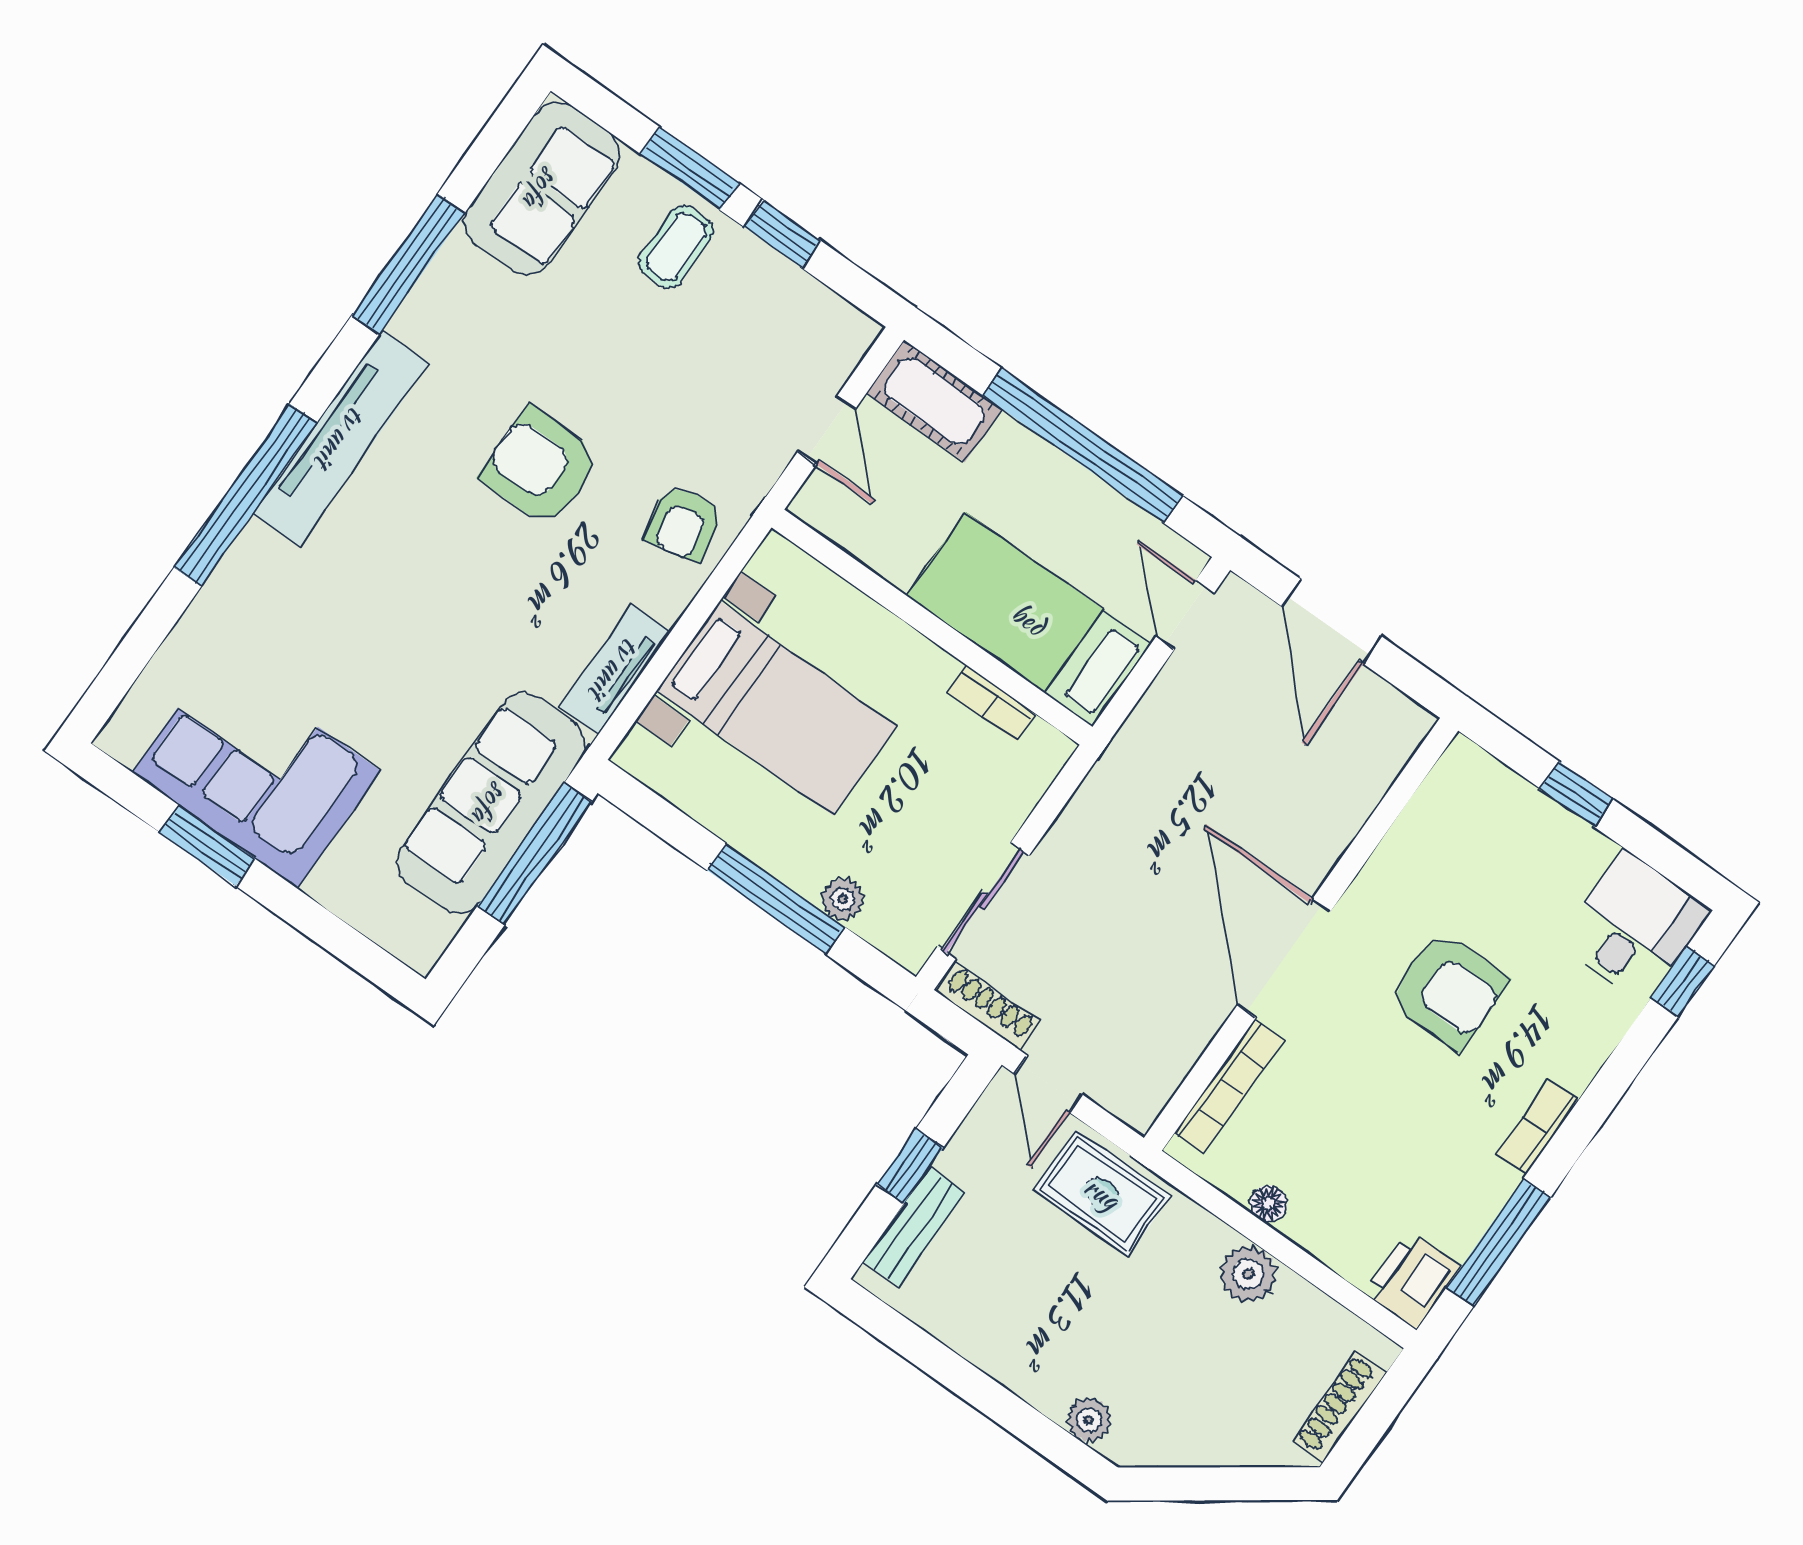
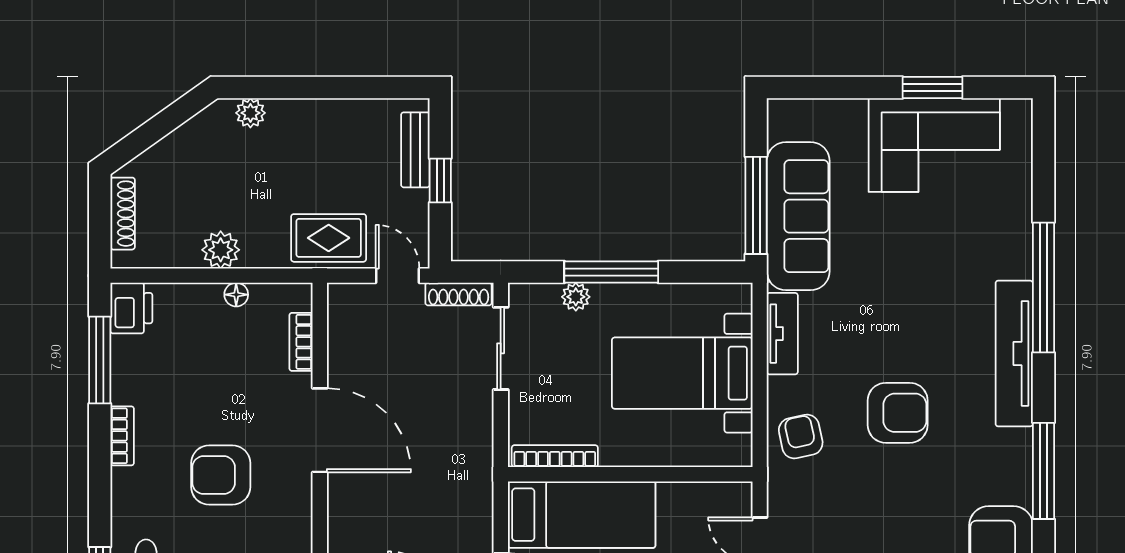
bookcase: (991, 703) -> (555, 456), width x1.56
bookcase: (1229, 1086) -> (301, 342), width x0.64

